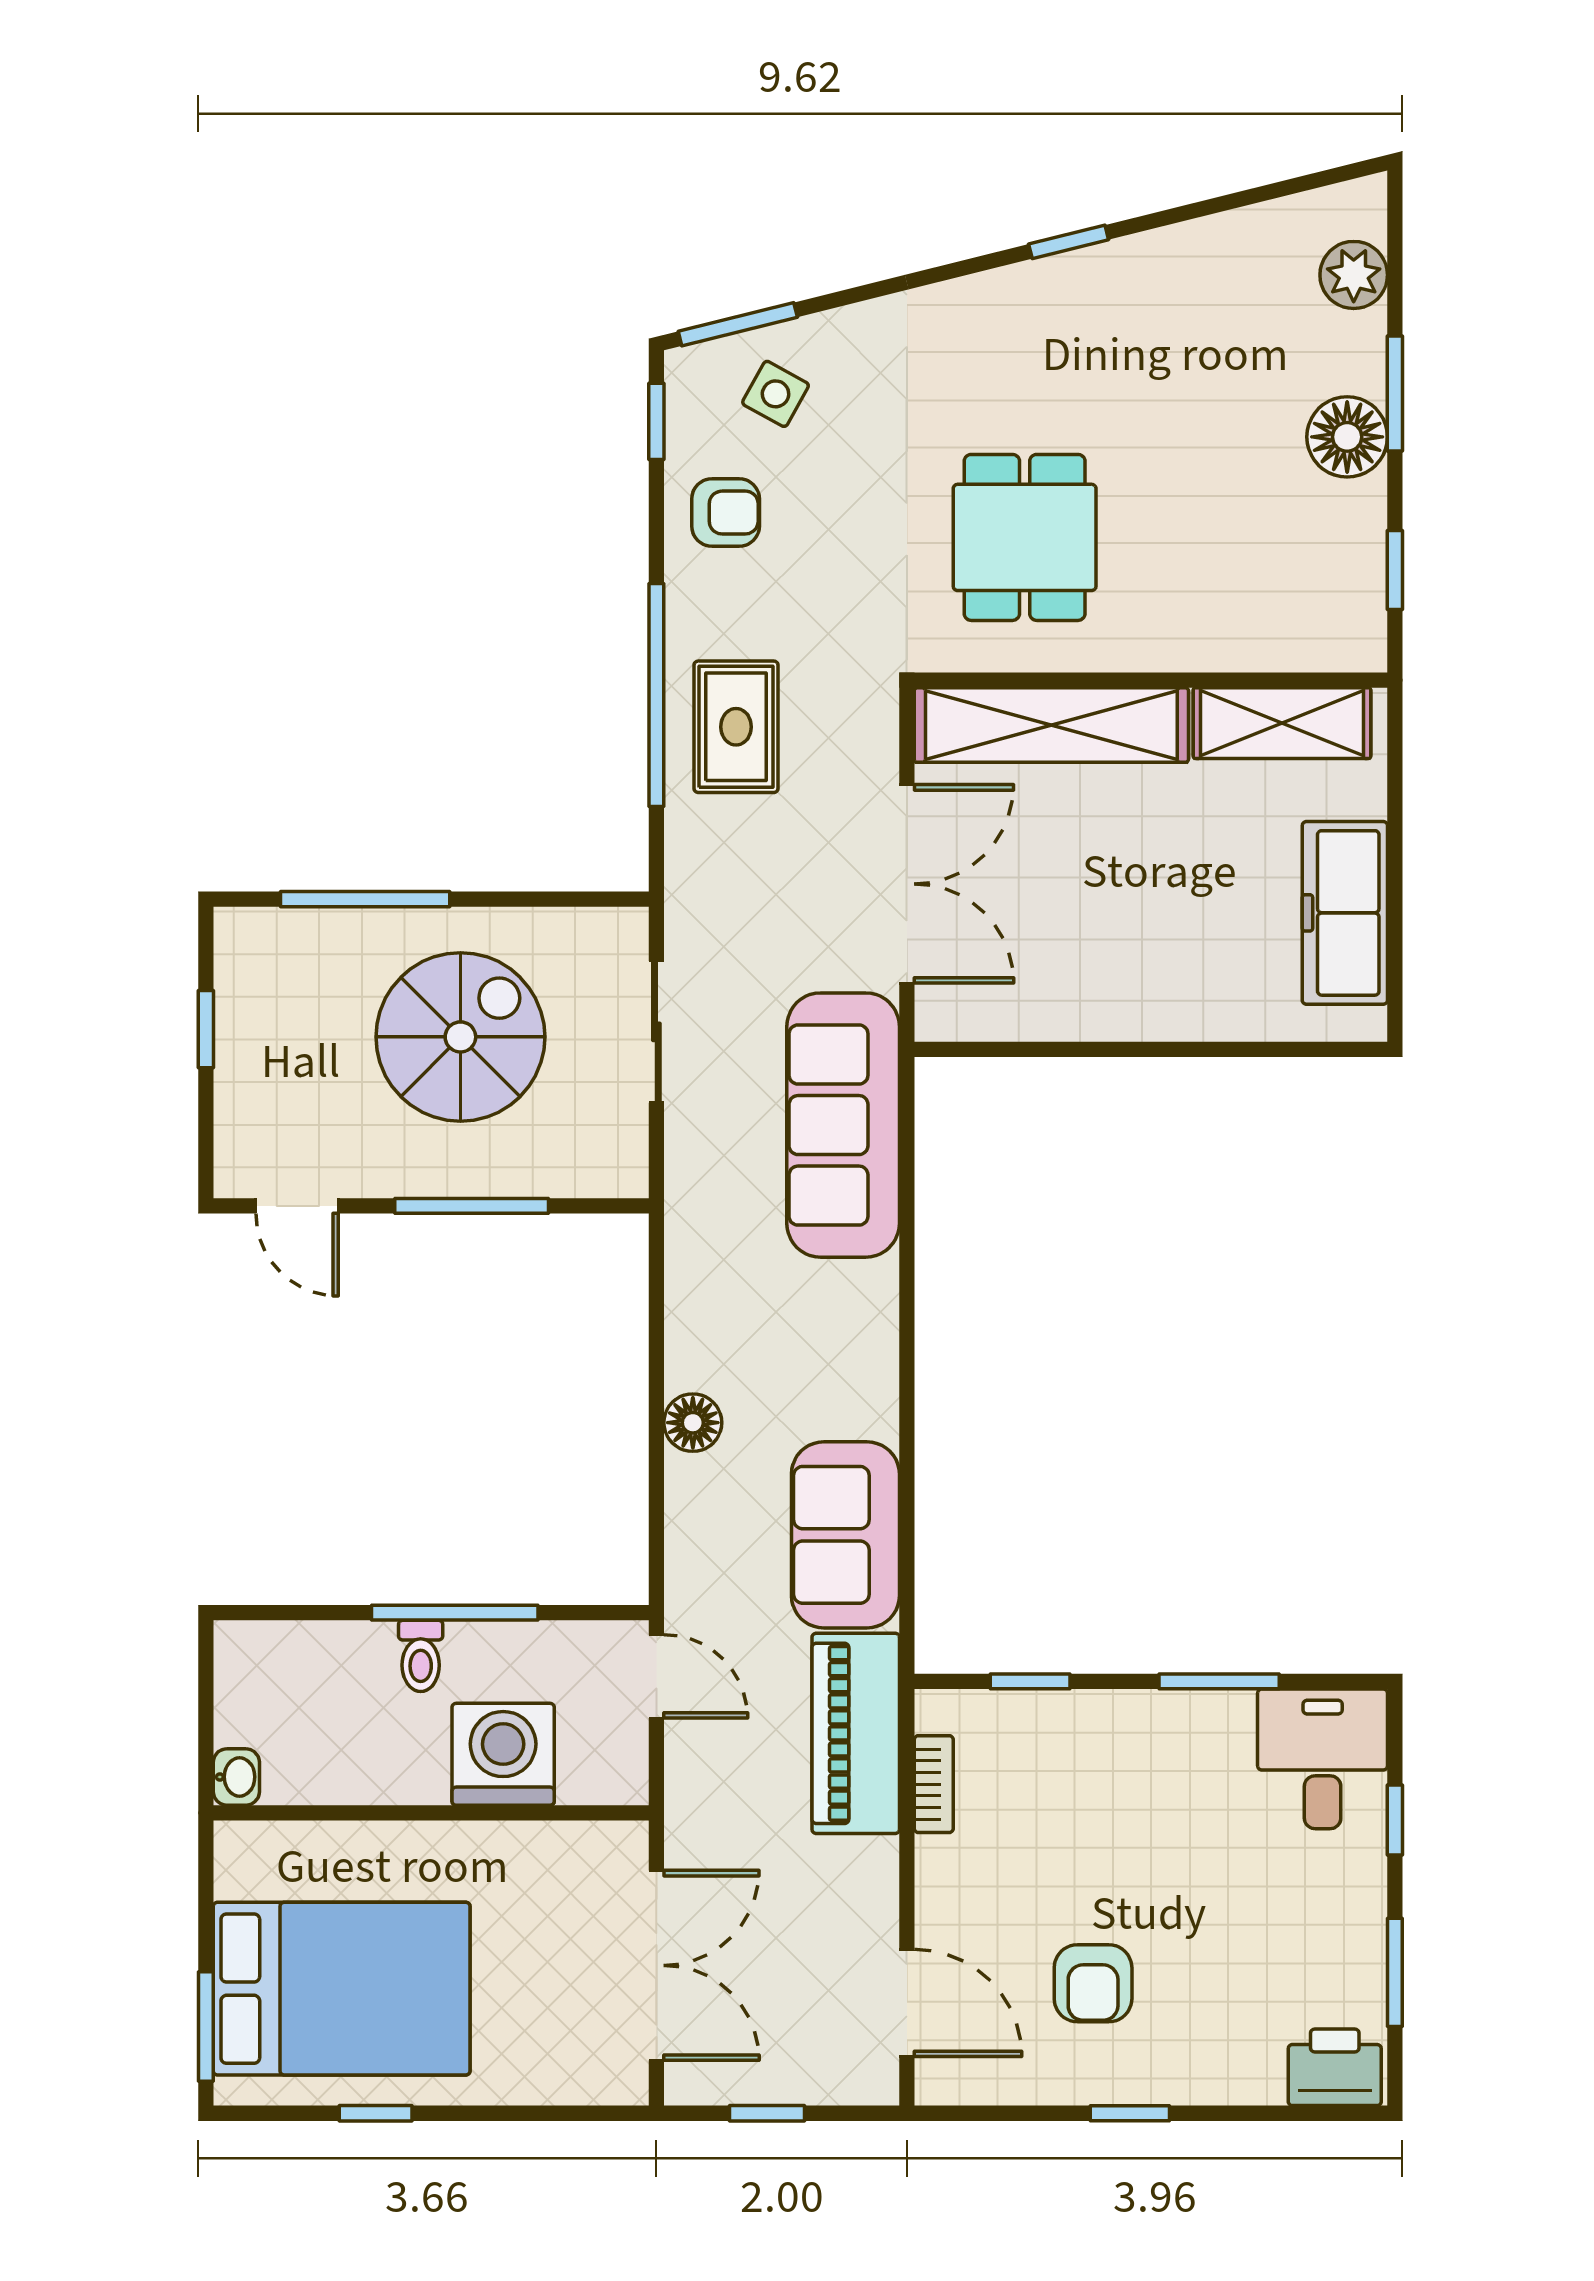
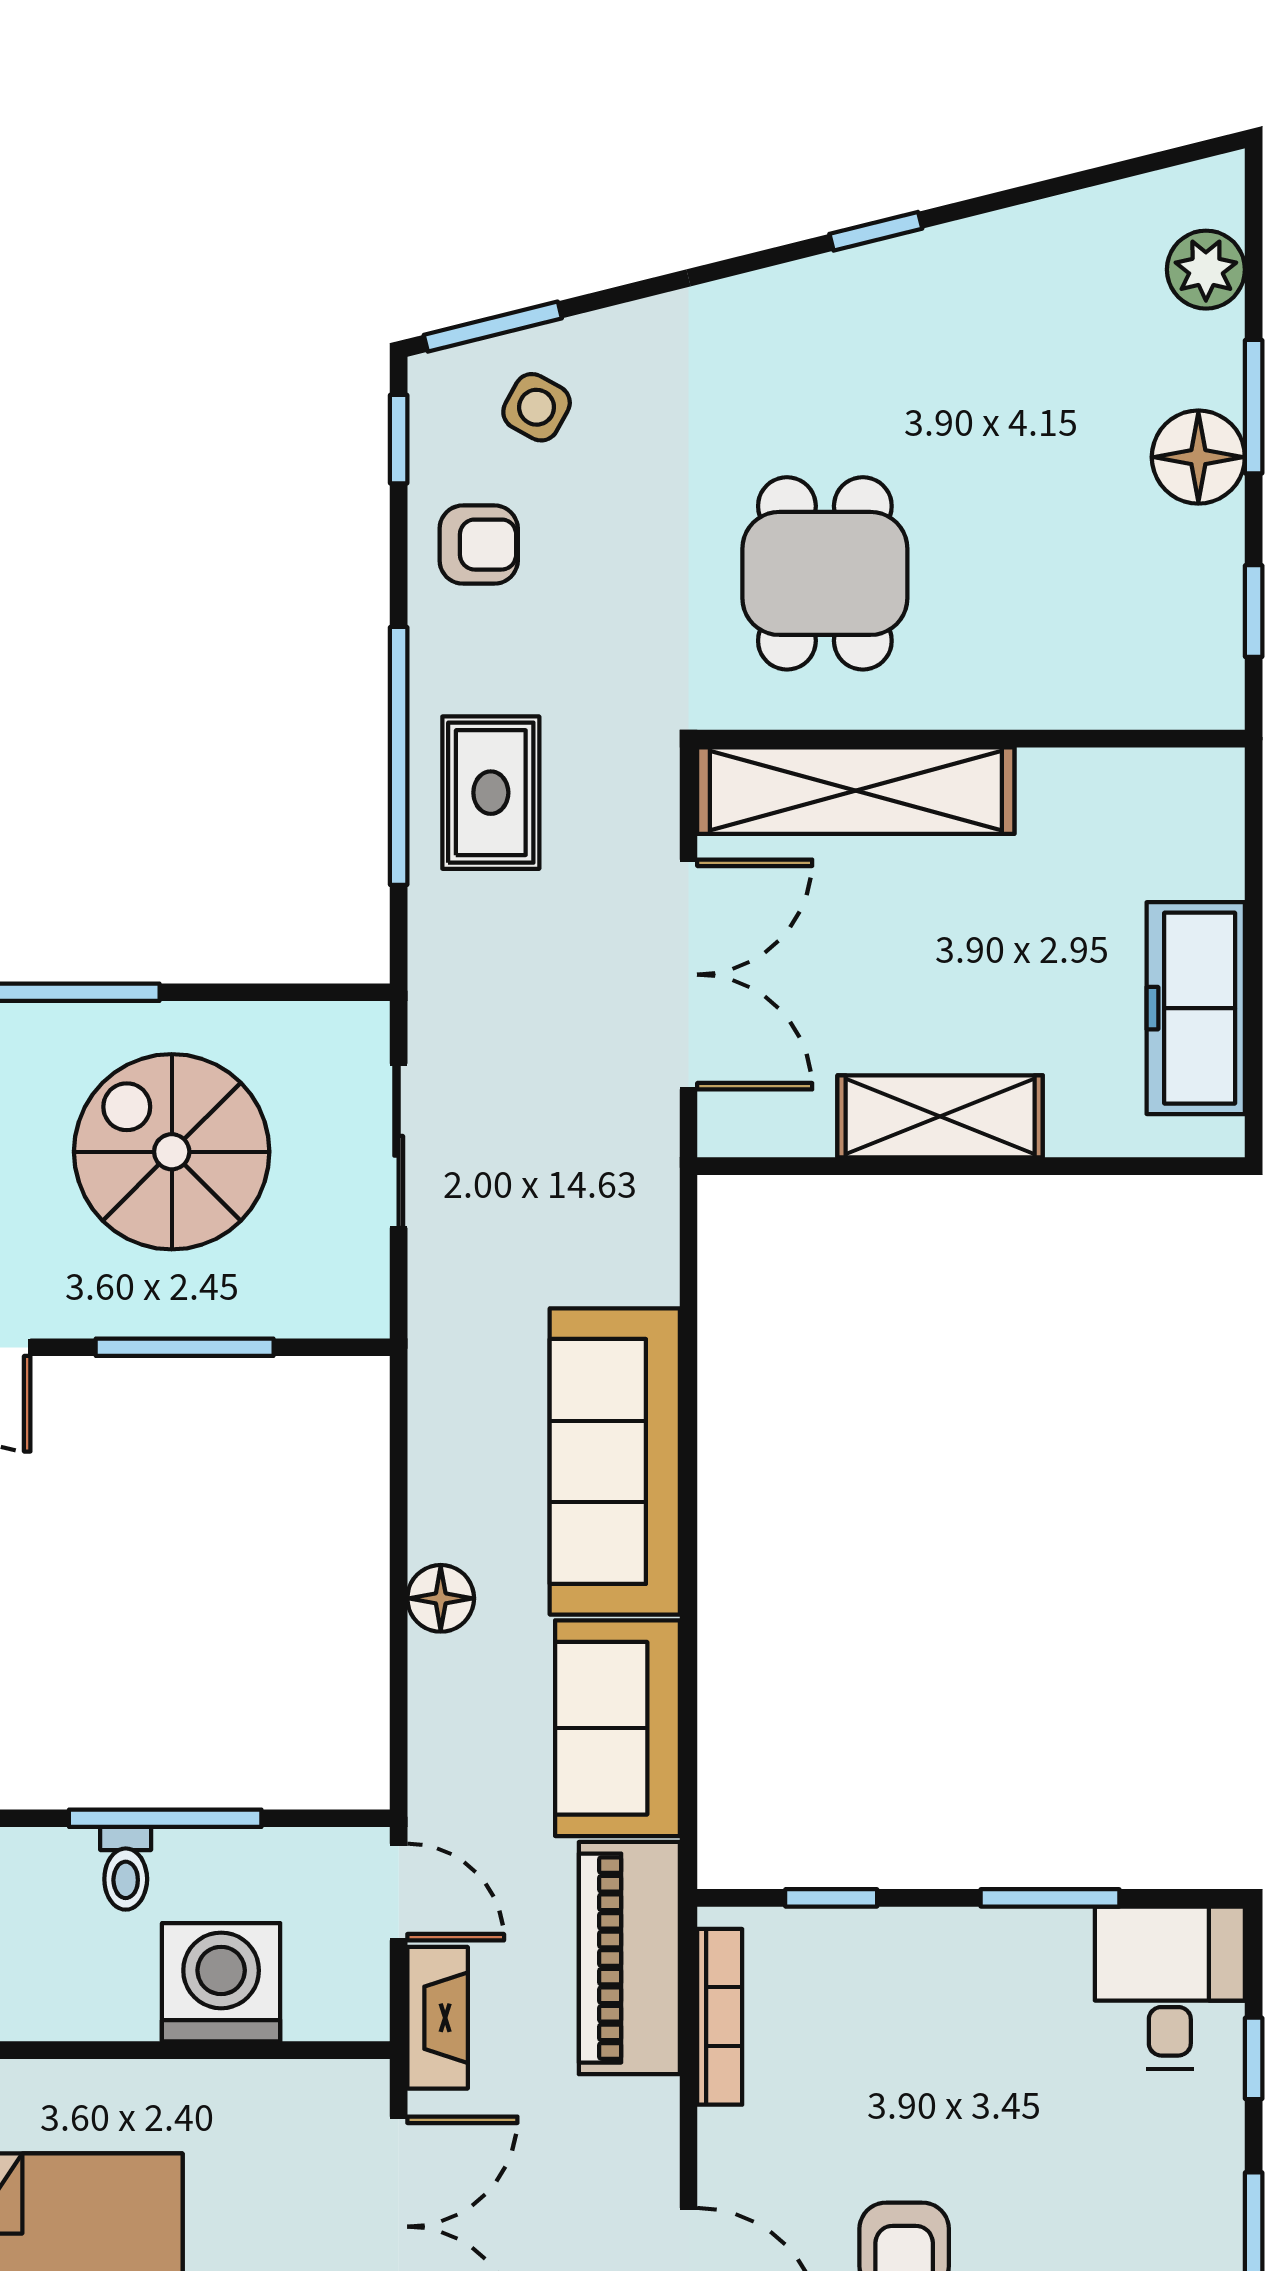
shelving: (1282, 723) -> (940, 1116), moved
spiral stairs: (460, 1037) -> (172, 1152), turned -90
sofa: (843, 1125) -> (615, 1461), moved
bookcase: (934, 1784) -> (720, 2017), width x1.56
fireplace: (690, 1785) -> (438, 2018), added

